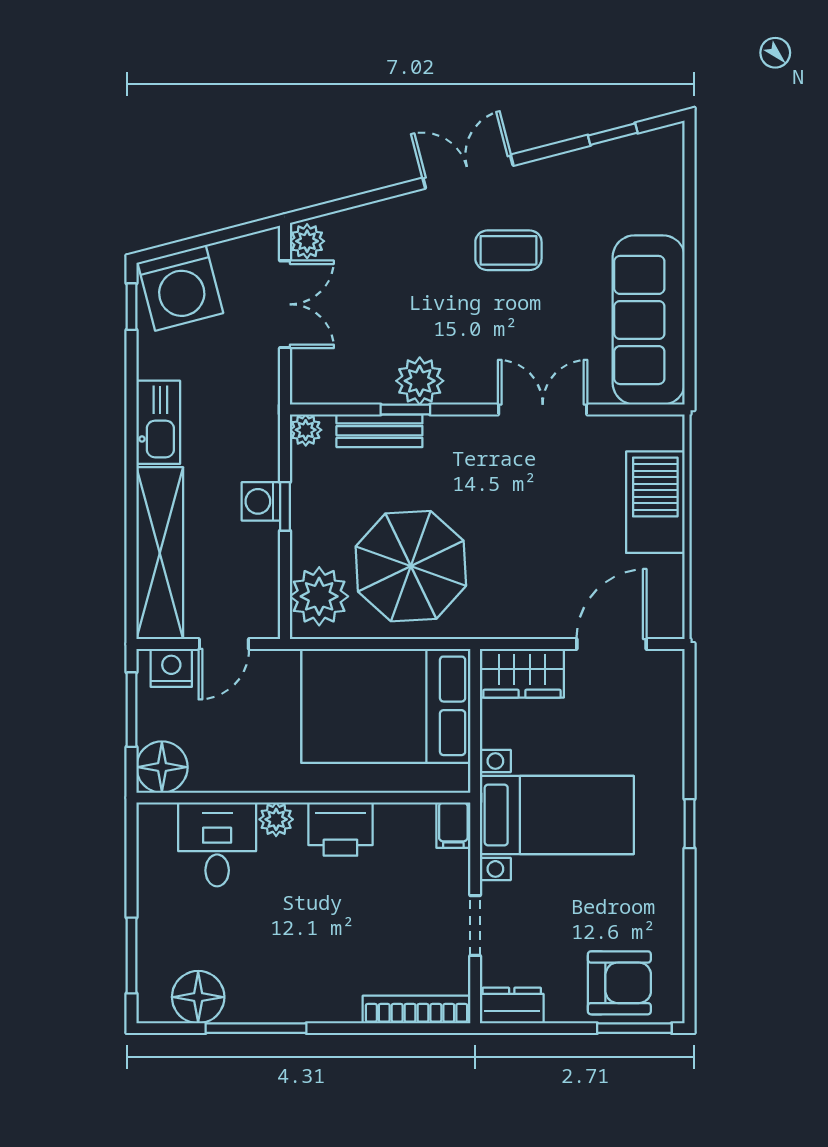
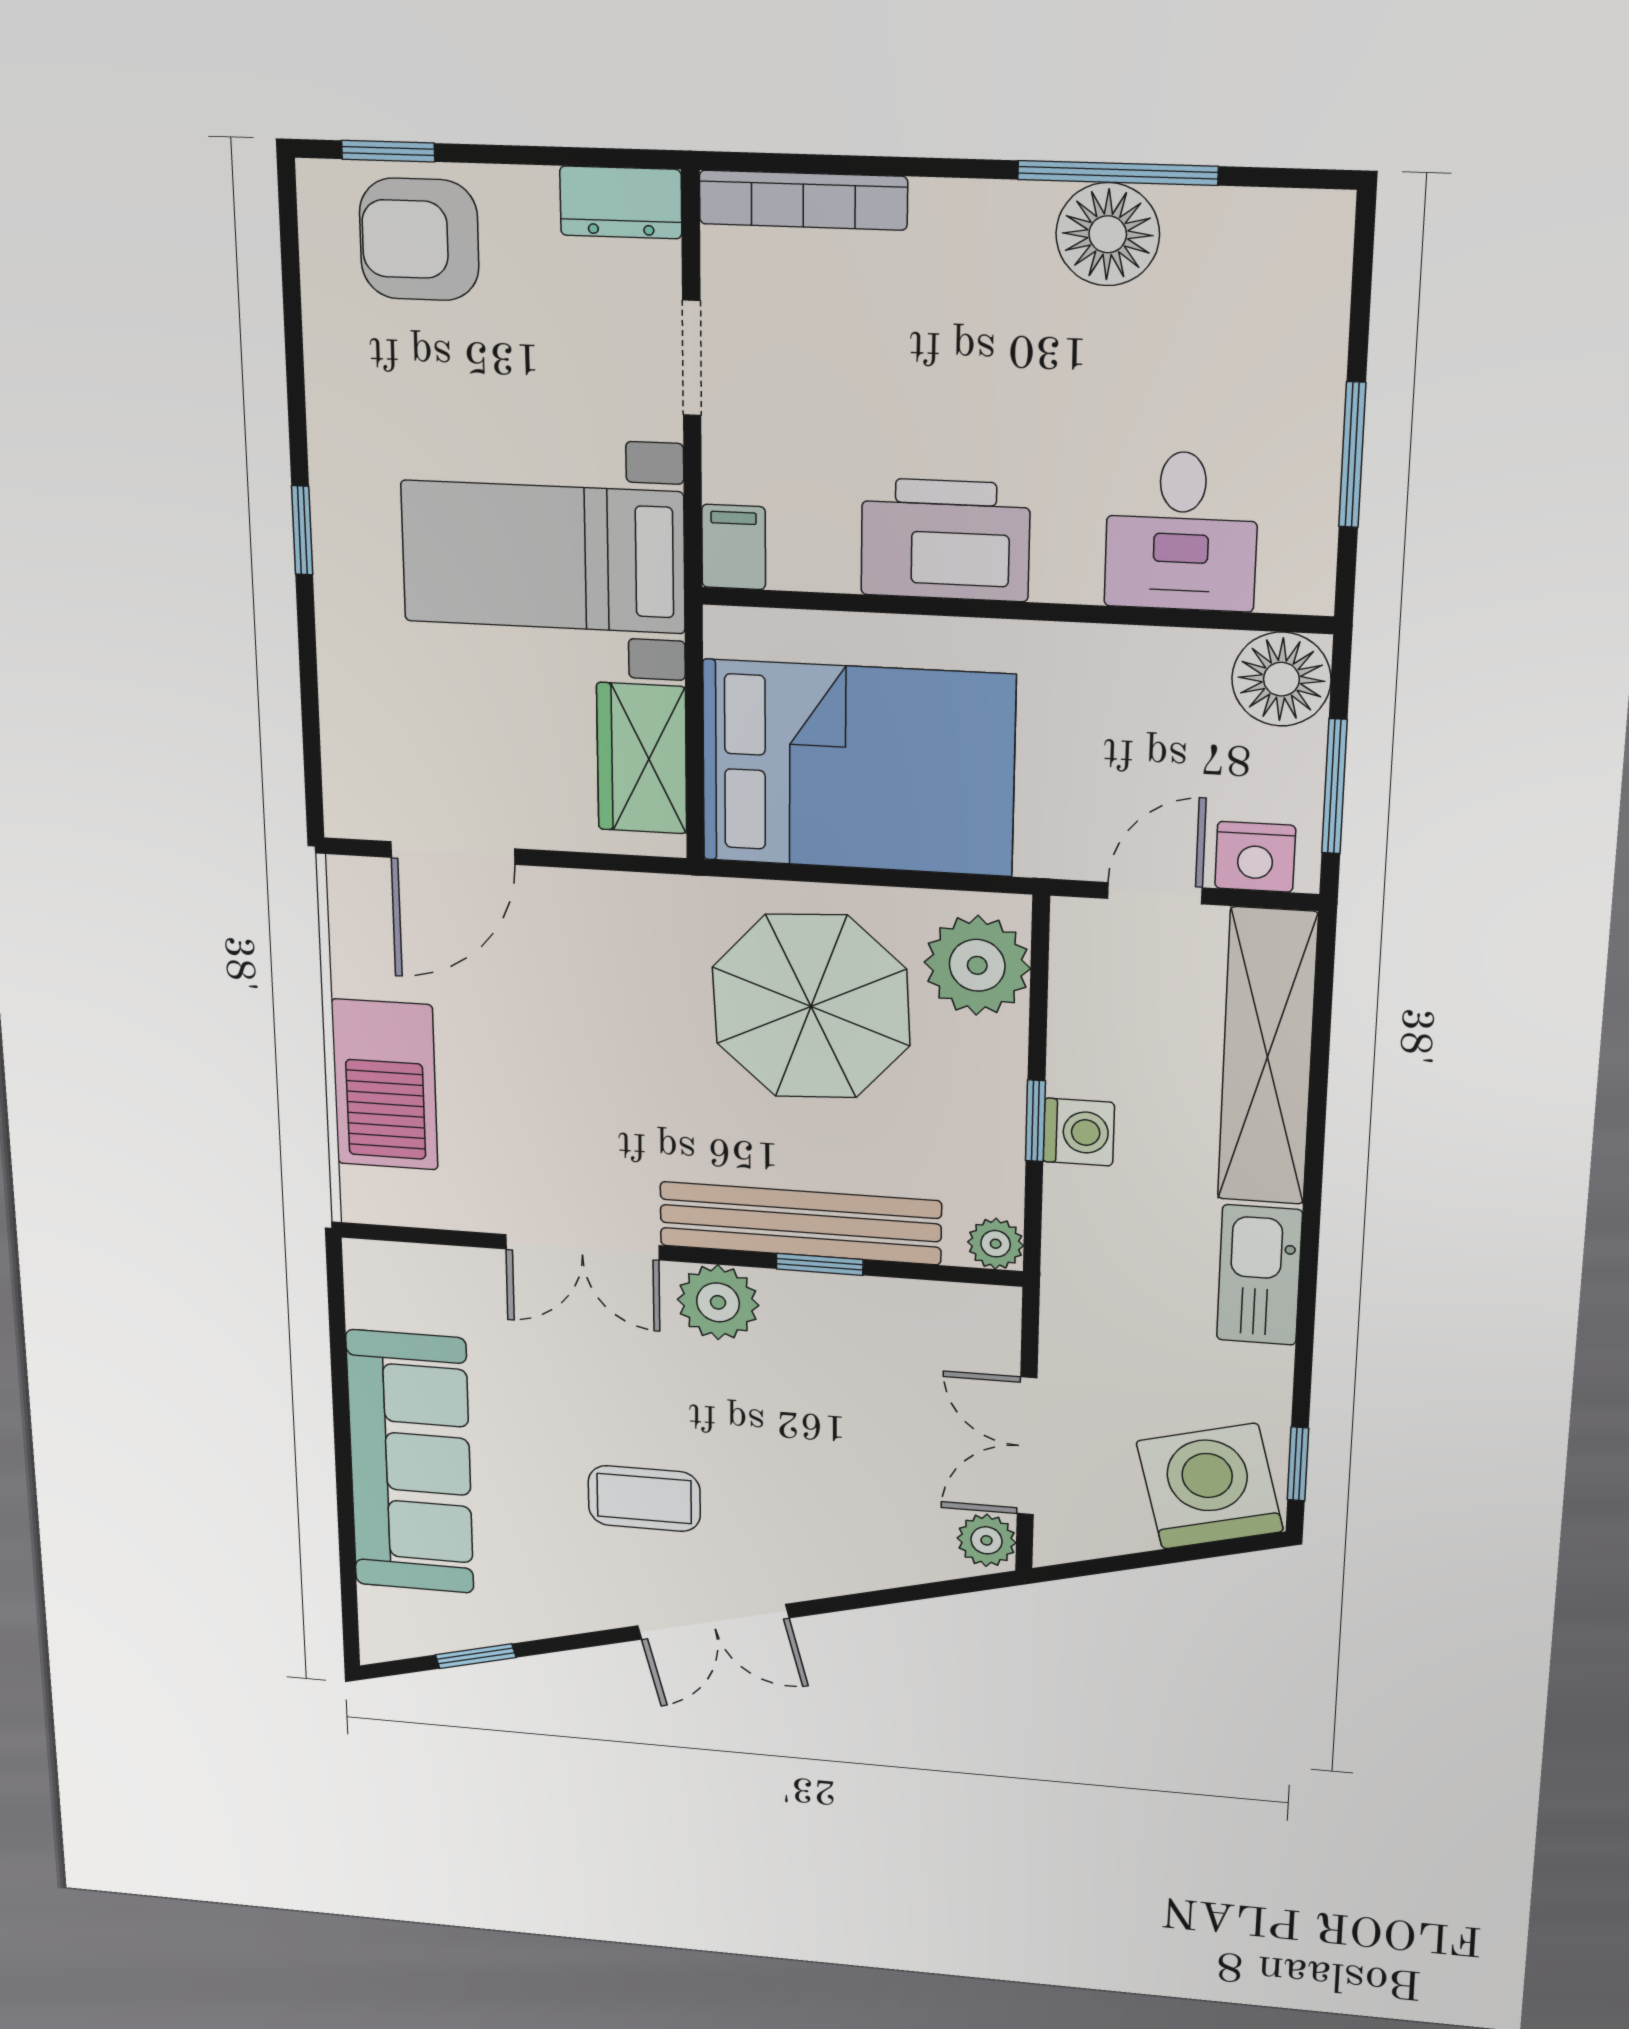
sofa: (649, 320) -> (410, 1463), moved
plant: (420, 381) -> (718, 1302), moved
bench: (379, 431) -> (800, 1223), width x1.86, depth x1.21
wardrobe: (522, 673) -> (642, 758), moved, turned -90
plant: (276, 819) -> (1067, 573), removed
printer: (340, 829) -> (945, 540), width x1.37, depth x1.19
window: (131, 956) -> (1352, 455), moved
floor lamp: (198, 997) -> (1108, 234), moved
window: (634, 1028) -> (388, 151), width x0.67

